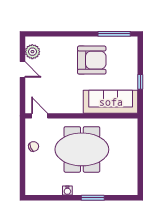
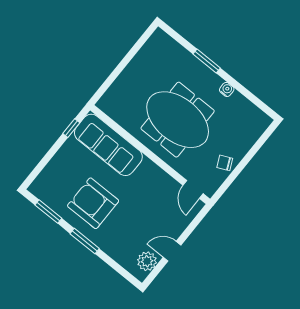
window: (79, 34) -> (85, 241), added
window: (114, 34) -> (48, 212), width x0.69
door: (23, 70) -> (172, 251), hinge flipped
window: (140, 82) -> (71, 128), moved

